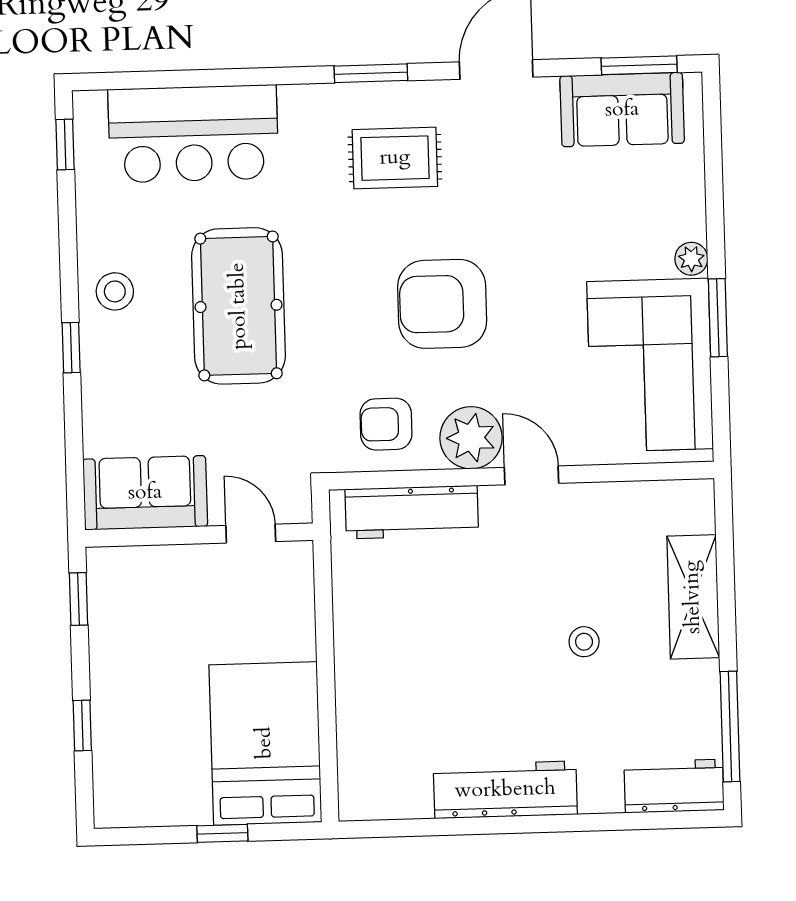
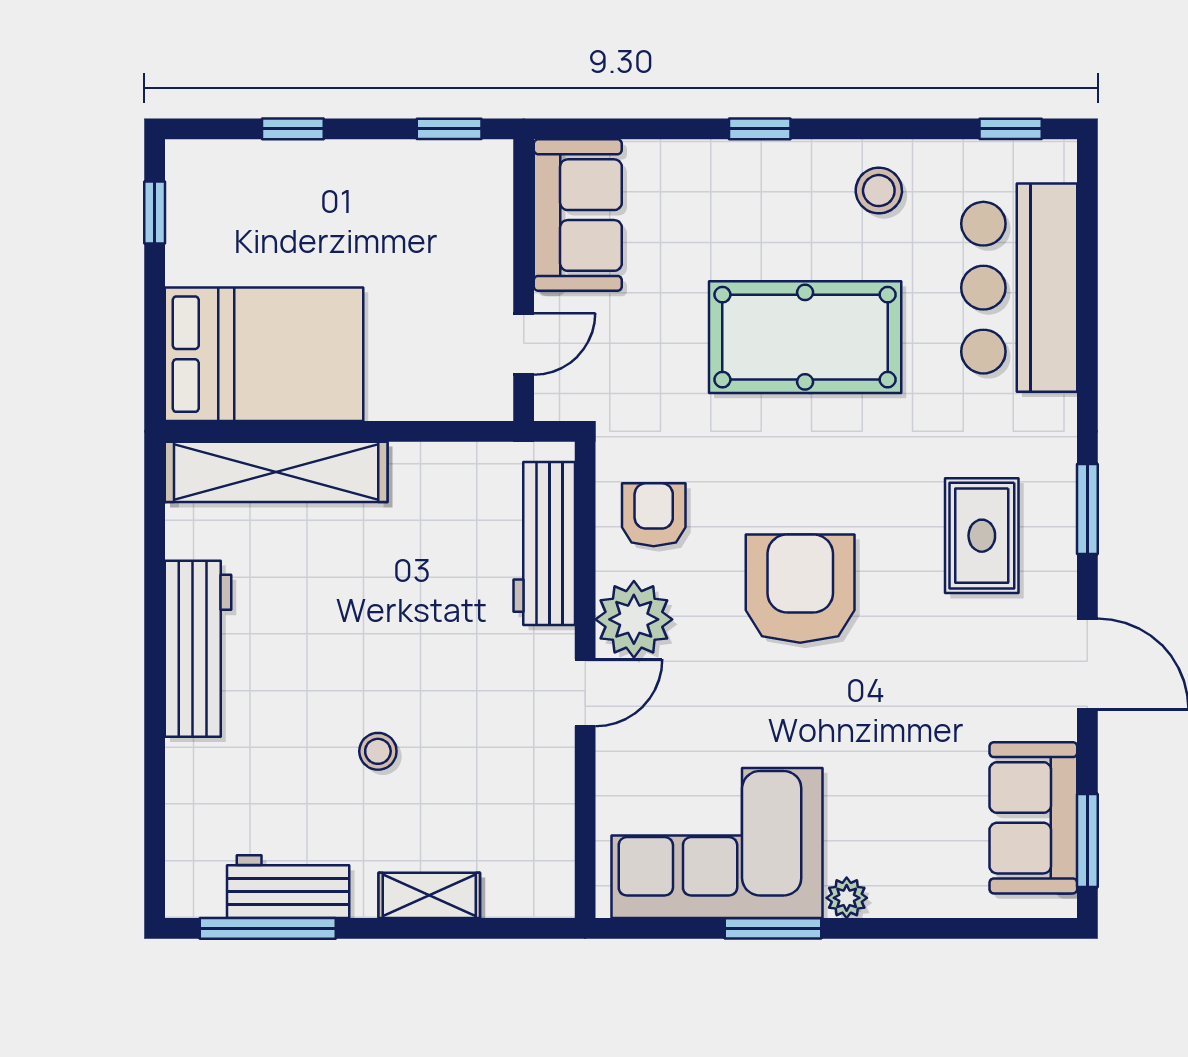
stool: (115, 291) -> (879, 191), moved
shelving: (693, 597) -> (429, 895), width x0.67, depth x0.75
shelving: (360, 731) -> (276, 472), added
workbench: (674, 786) -> (288, 887), moved, turned -90
window: (222, 833) -> (155, 213), moved

